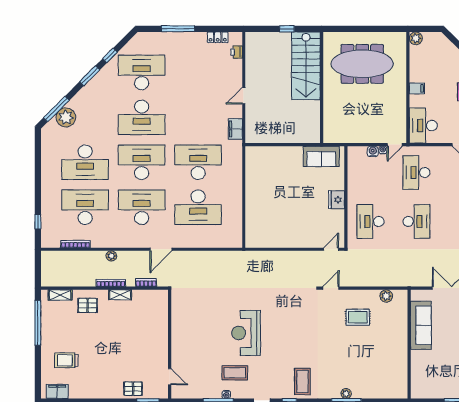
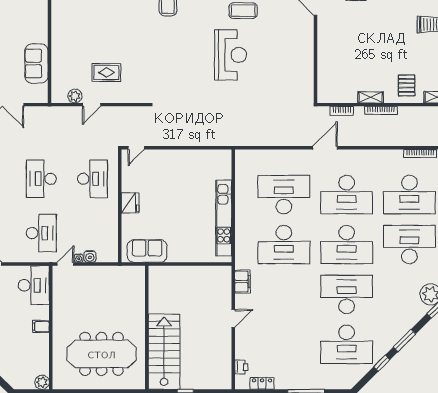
kitchen unit: (252, 186) -> (224, 218), added
plant: (111, 256) -> (380, 140), removed
door: (331, 288) -> (92, 105), moved
pallet: (88, 305) -> (407, 85), turned 90
sofa: (421, 325) -> (36, 63), width x0.73

